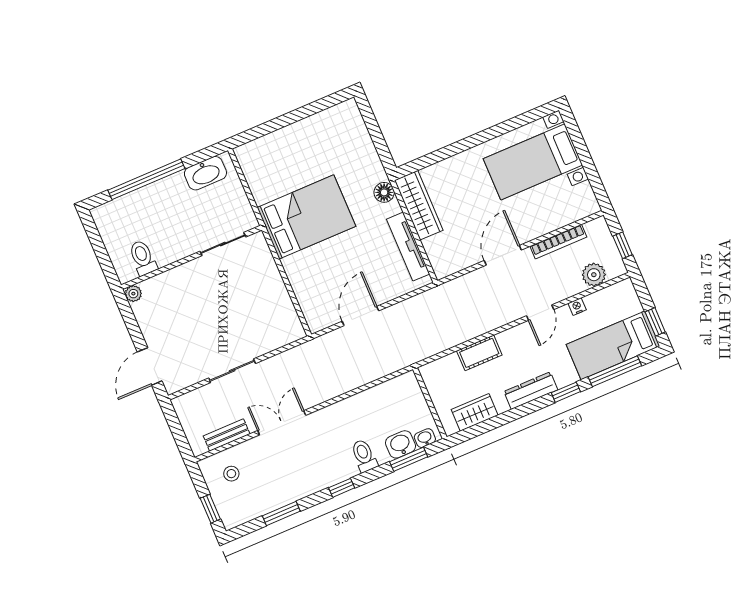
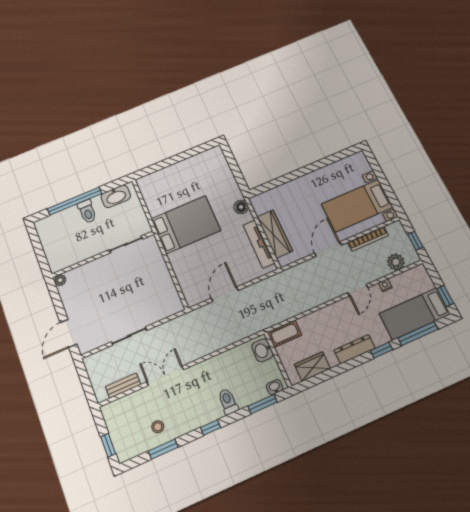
bed with nightstands: (533, 162) -> (357, 206), moved
wardrobe: (419, 205) -> (275, 234), moved
toilet: (143, 258) -> (87, 211), moved, turned 180
cot: (479, 353) -> (285, 334), moved
washbasin: (400, 444) -> (262, 350), moved, turned -90
stool: (231, 474) -> (158, 427), moved

